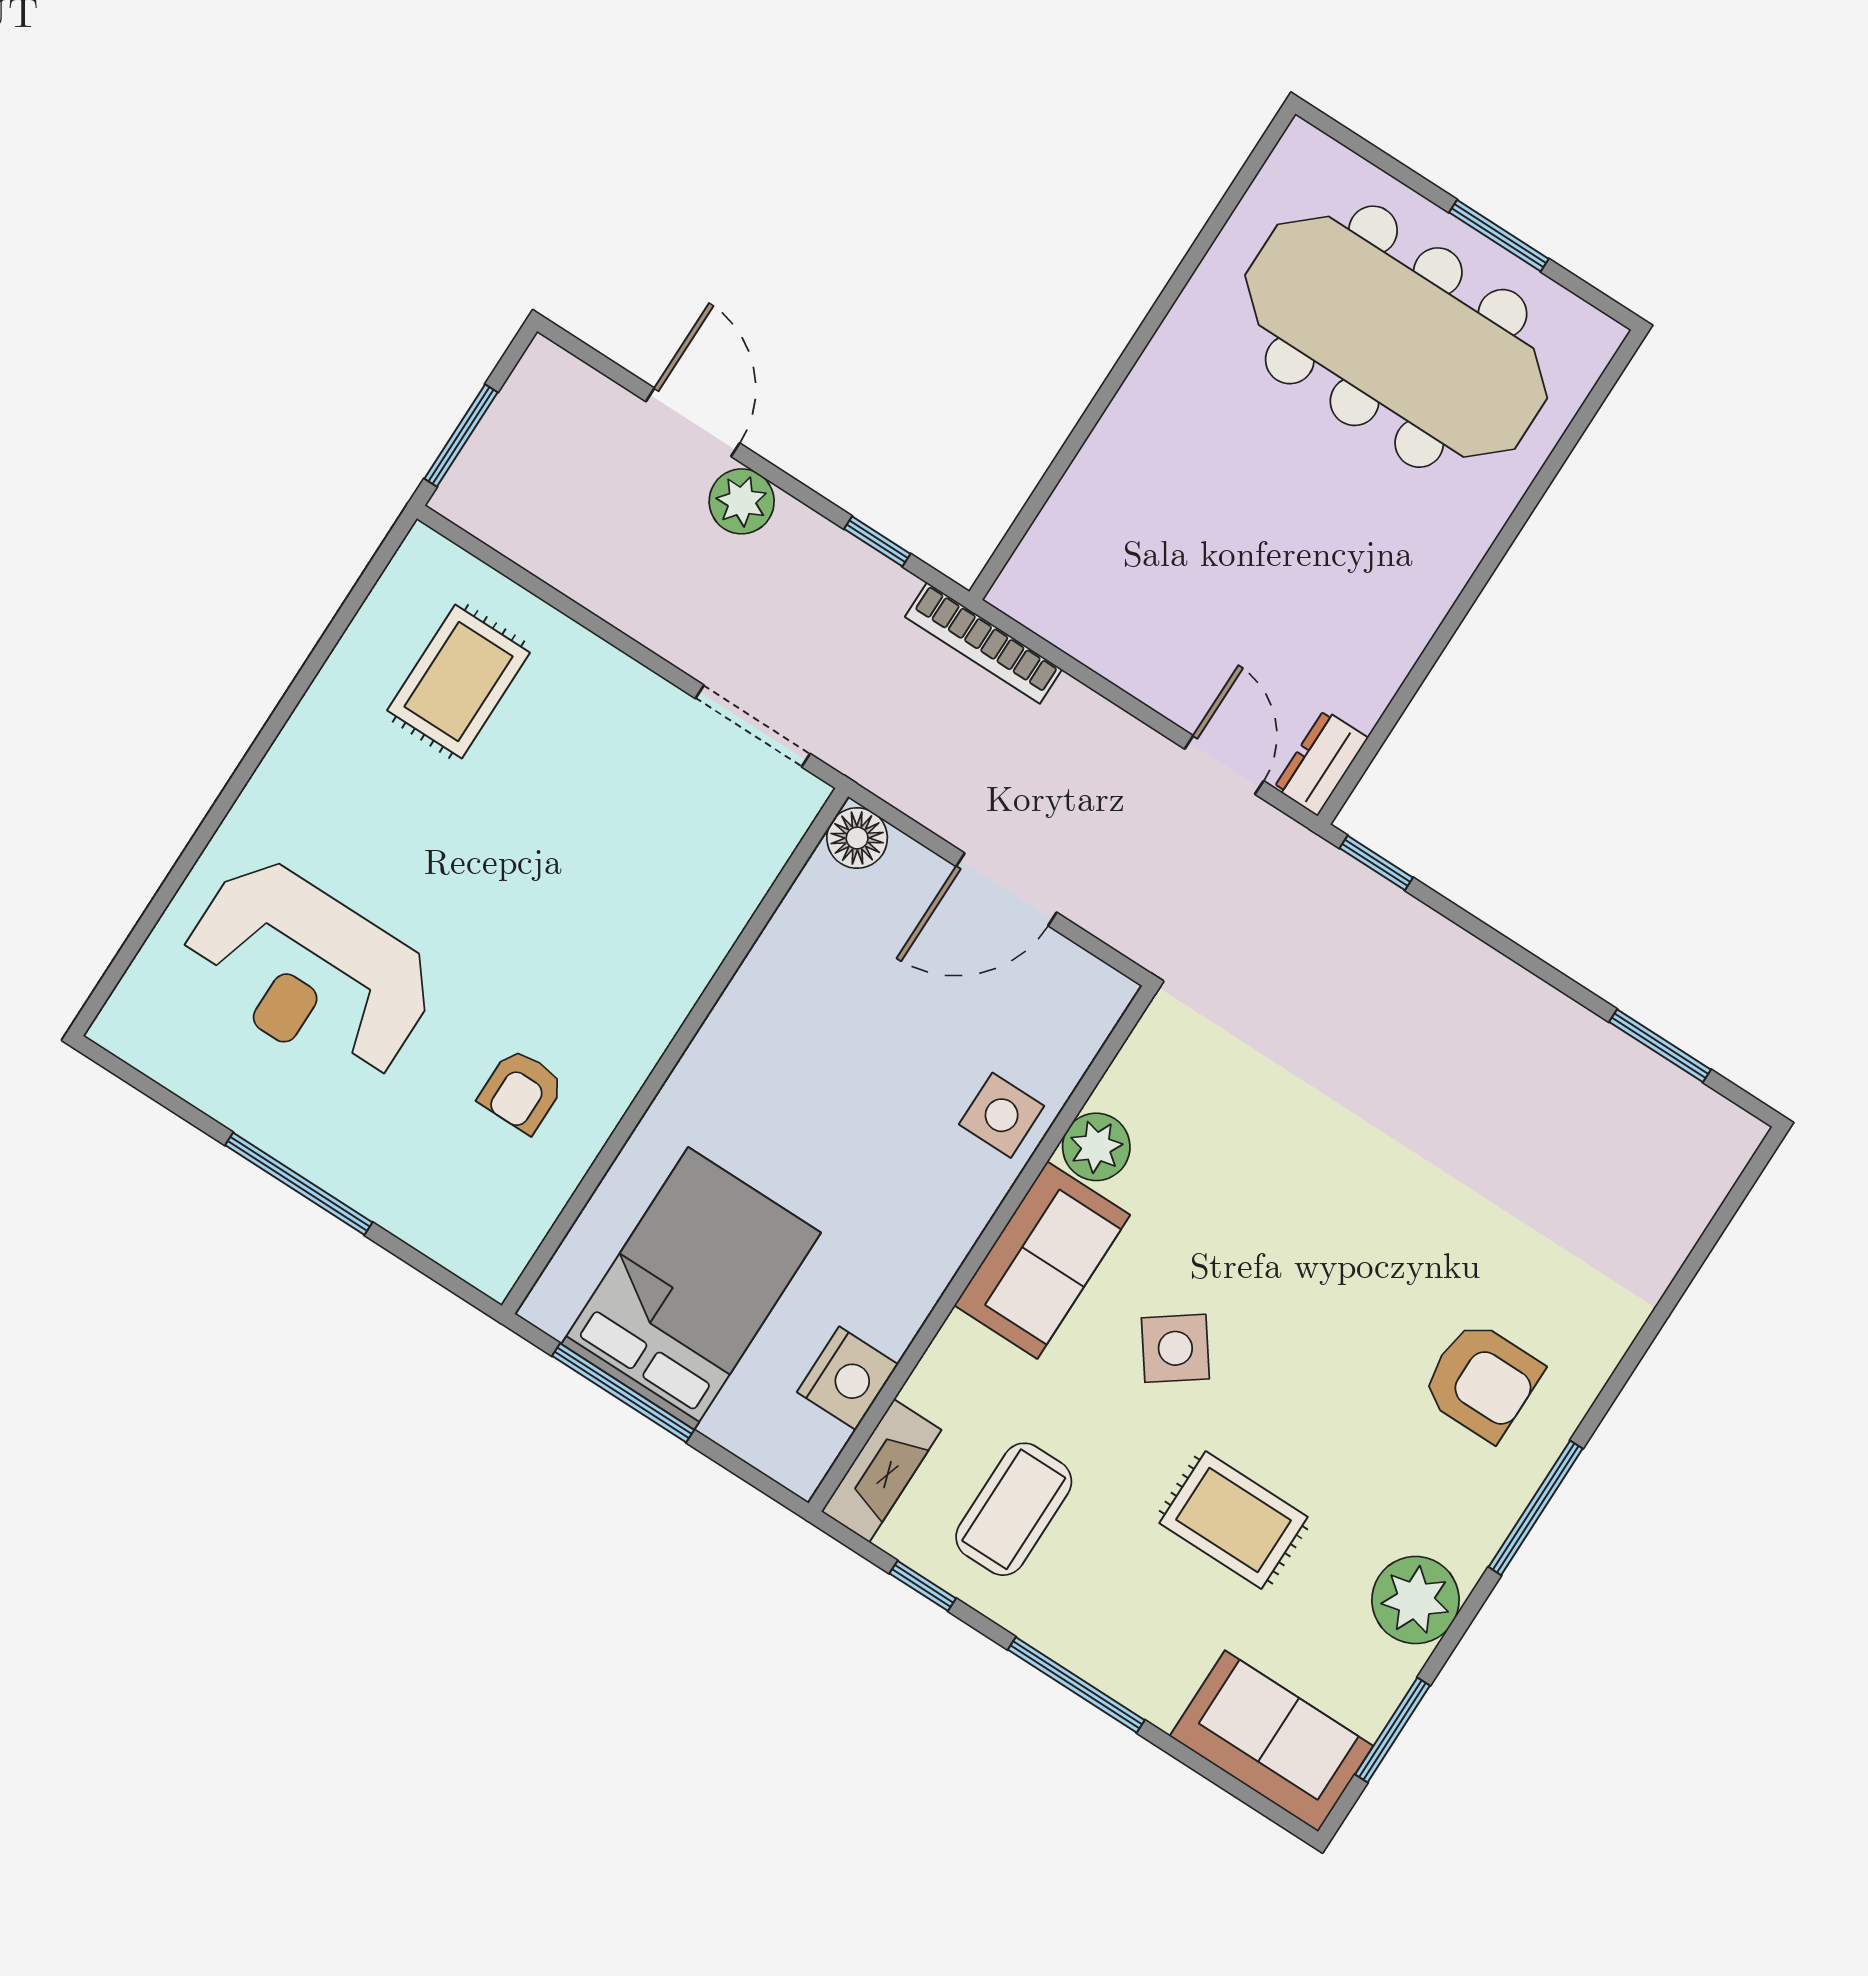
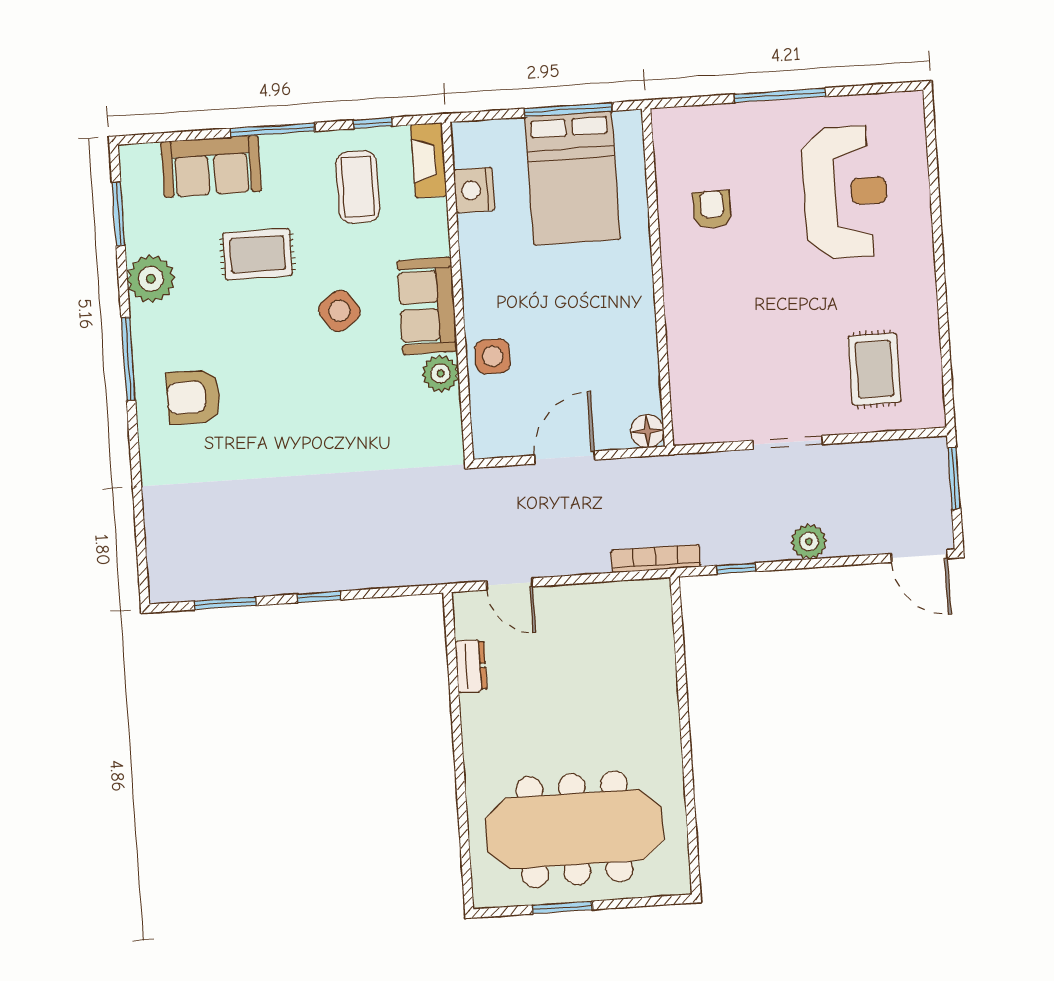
door: (693, 422) -> (919, 556), moved
doorway: (753, 726) -> (788, 442), moved
dresser: (1321, 763) -> (471, 666), moved
window: (1376, 863) -> (319, 597), moved
reception desk: (309, 971) -> (845, 192), turned 90
sofa: (1271, 1741) -> (211, 166), moved

